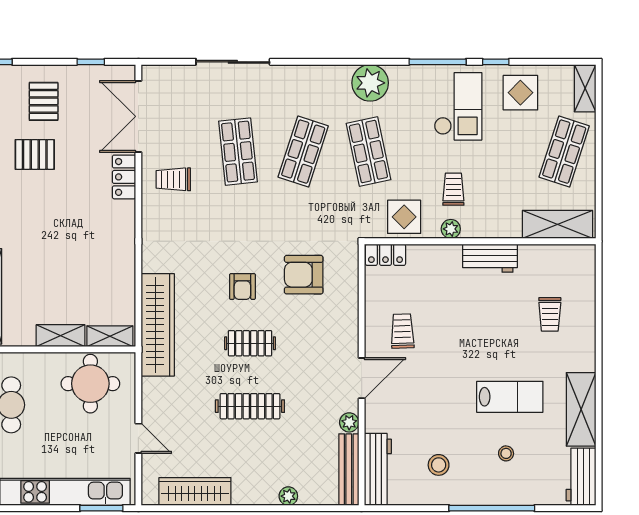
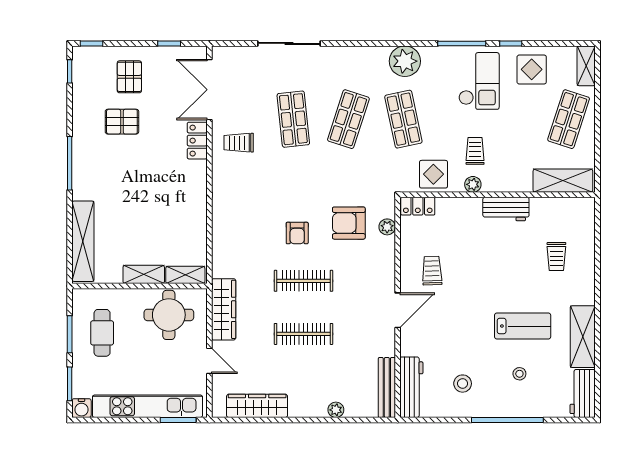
wardrobe: (158, 325) -> (224, 309), moved, width x0.71, depth x0.85
clothes rail: (250, 343) -> (303, 281), width x1.36
plant: (349, 422) -> (387, 227), moved

